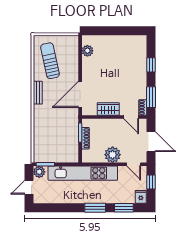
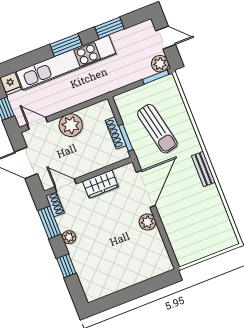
plant: (87, 51) -> (147, 222), moved
sun lounger: (50, 61) -> (157, 129), moved
plant: (142, 83) -> (69, 237), added
kitchen unit: (83, 173) -> (66, 63), moved, turned 180
door: (29, 187) -> (166, 38), hinge flipped
window: (124, 208) -> (109, 28), moved

